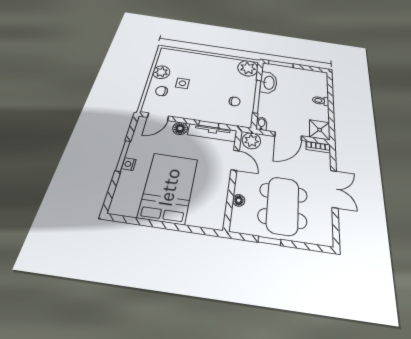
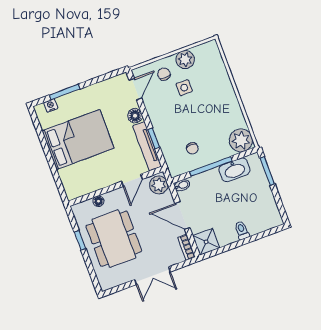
door: (158, 117) -> (135, 89), swing flipped
window: (123, 156) -> (65, 92), moved
nightstand: (129, 164) -> (51, 105), moved
dining table: (283, 205) -> (114, 239), turned 90

